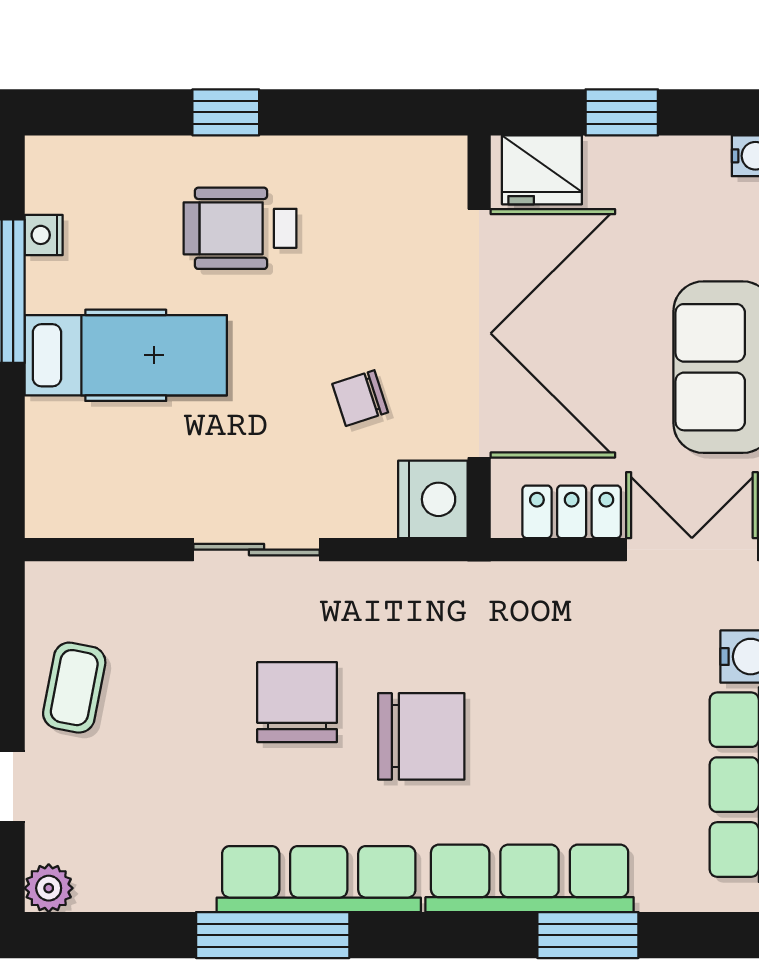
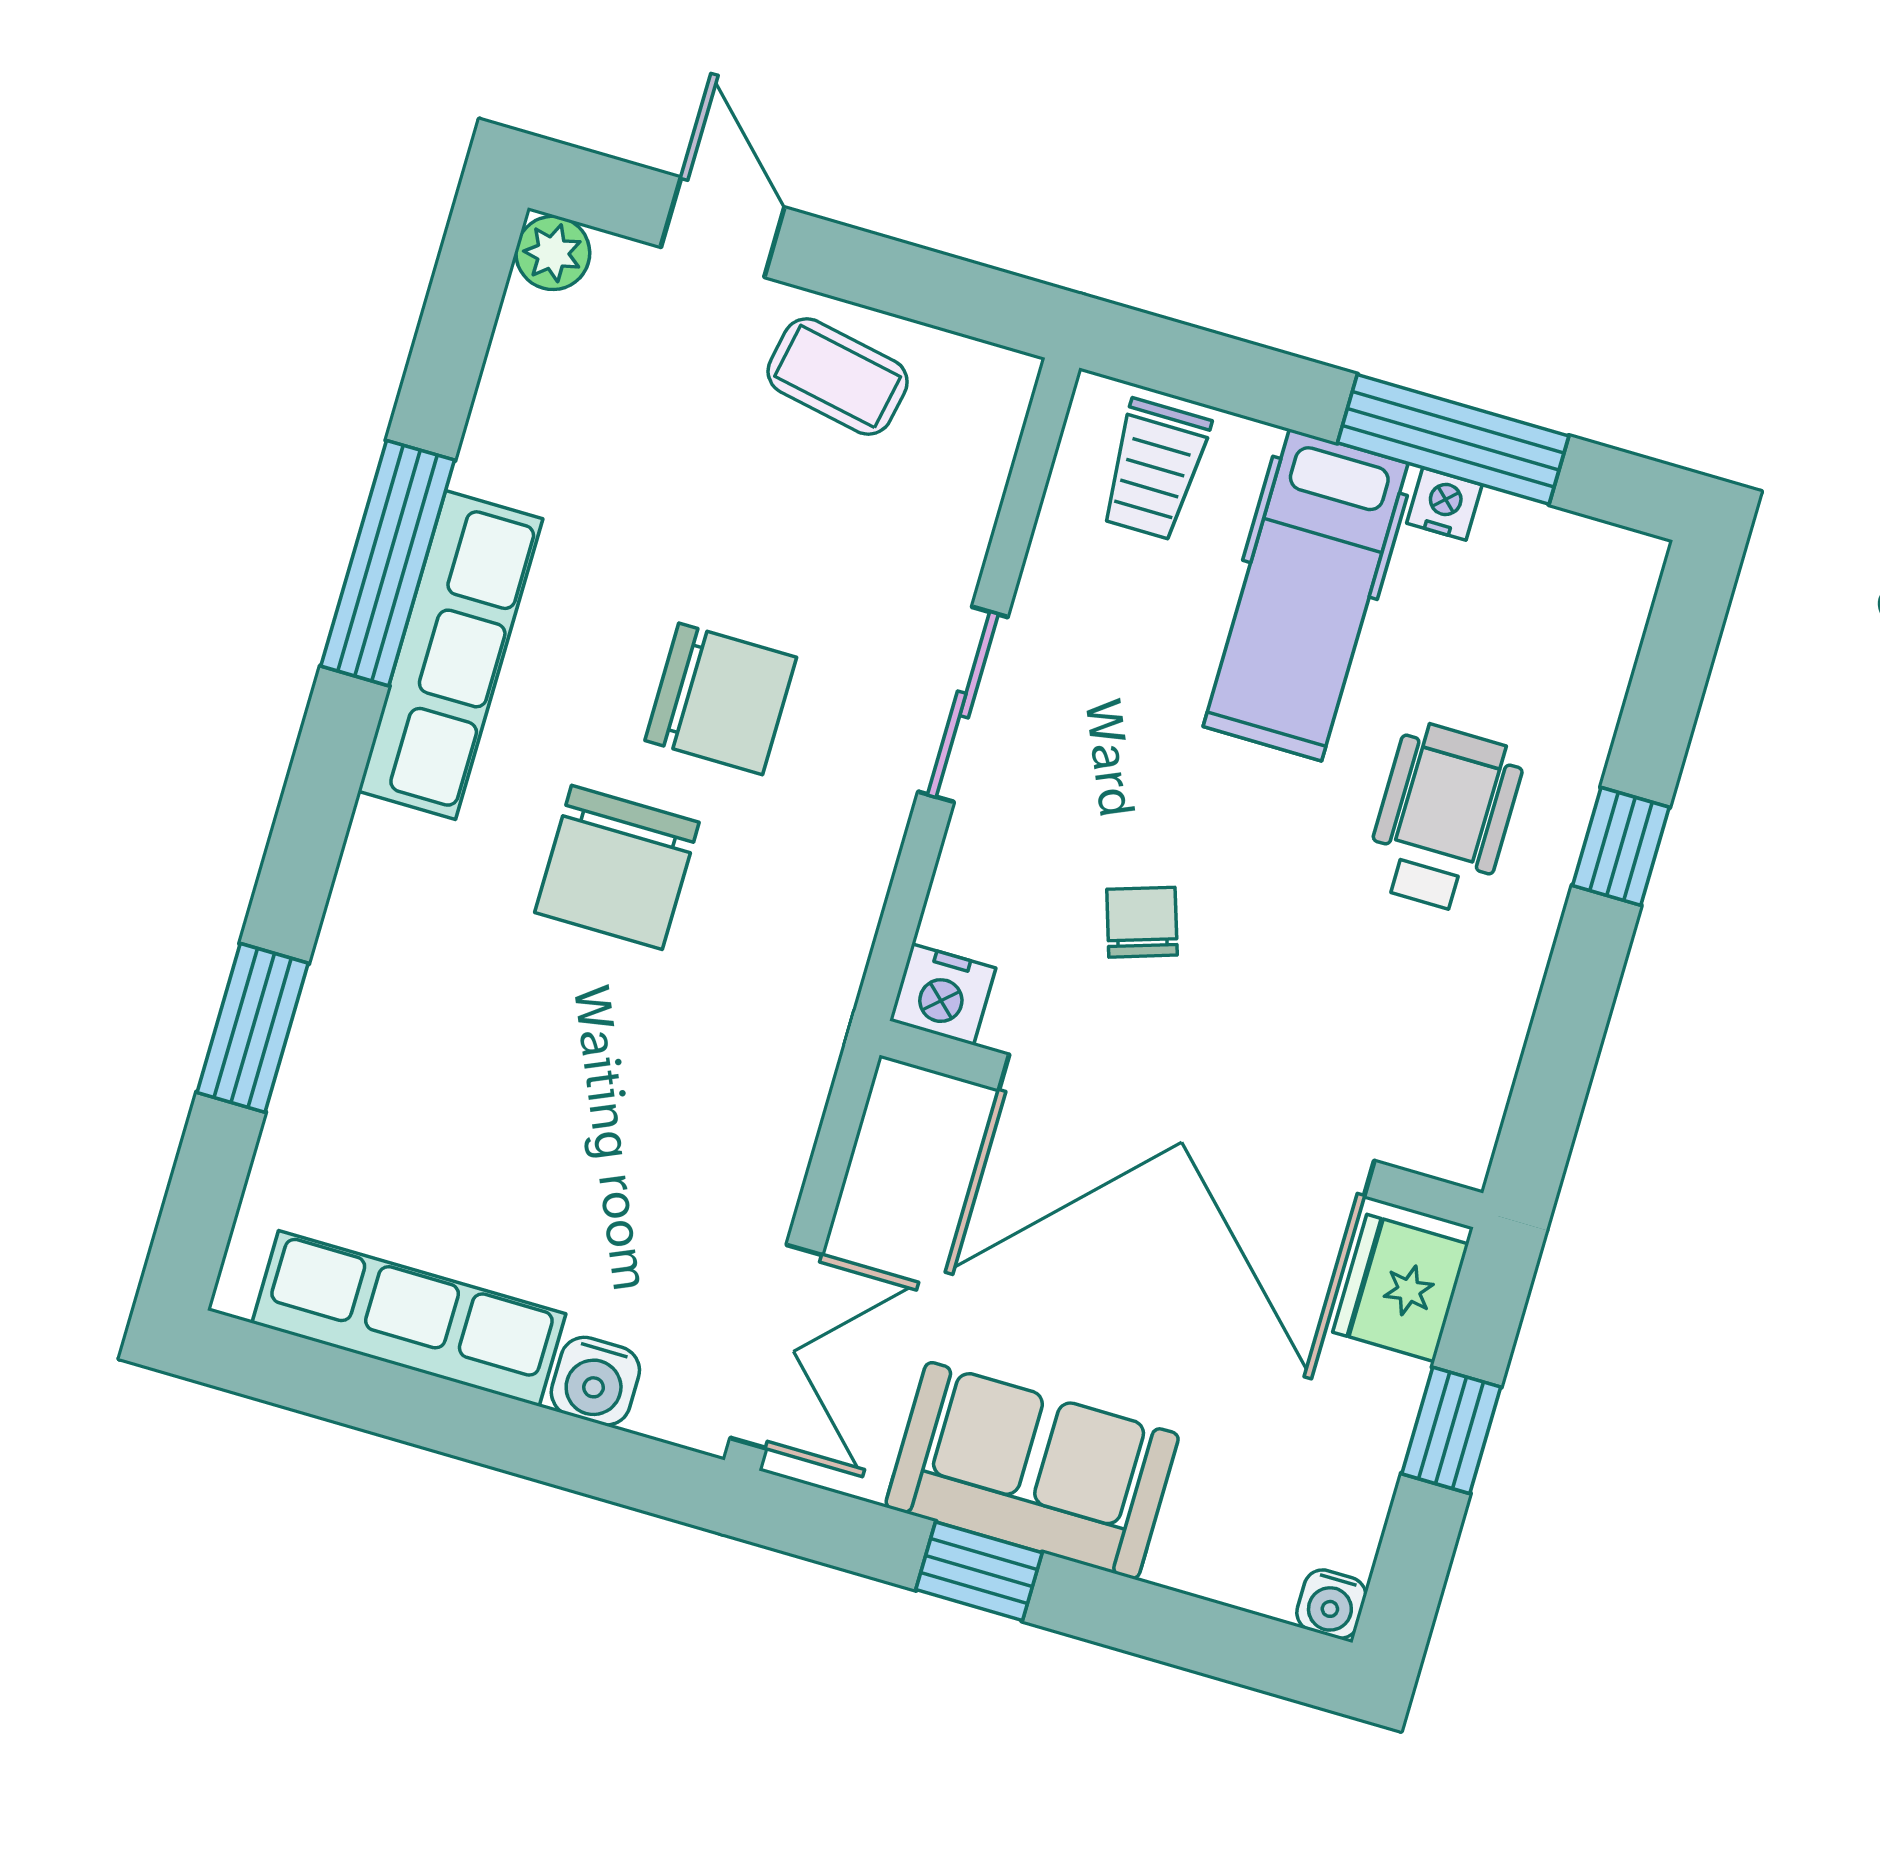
nightstand: (44, 235) -> (1444, 504), moved
trolley: (75, 472) -> (1155, 469), added
nightstand: (433, 499) -> (943, 994), width x0.74, depth x0.75
locker: (572, 512) -> (884, 1185), removed
row of seats: (530, 878) -> (361, 966), removed

